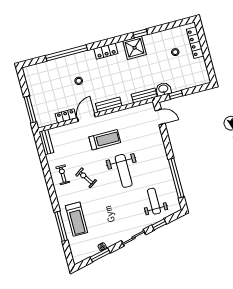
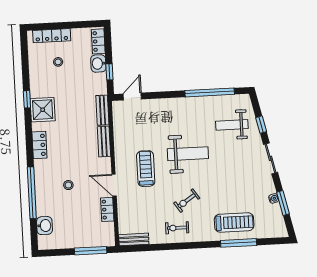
washbasin: (42, 69) -> (44, 226), added
locker: (198, 81) -> (98, 41), added
washbasin: (163, 89) -> (98, 63), moved
bench: (109, 105) -> (104, 142), moved

